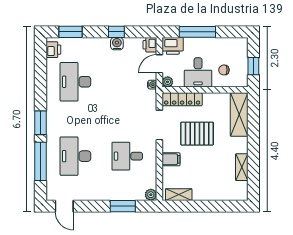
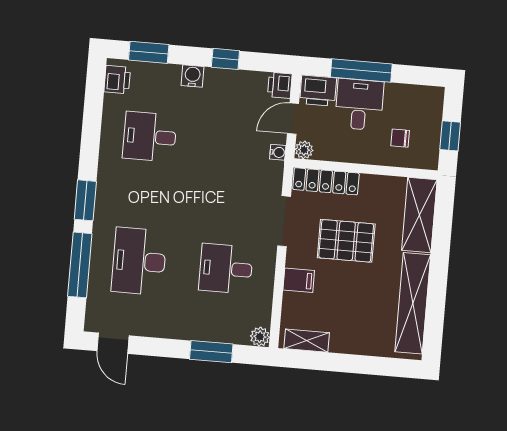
water cooler: (117, 44) -> (192, 76), moved
desk: (198, 72) -> (359, 105), moved, turned 180
desk: (75, 82) -> (150, 137), width x0.73
shelving: (242, 167) -> (413, 303), width x2.20, depth x1.33

